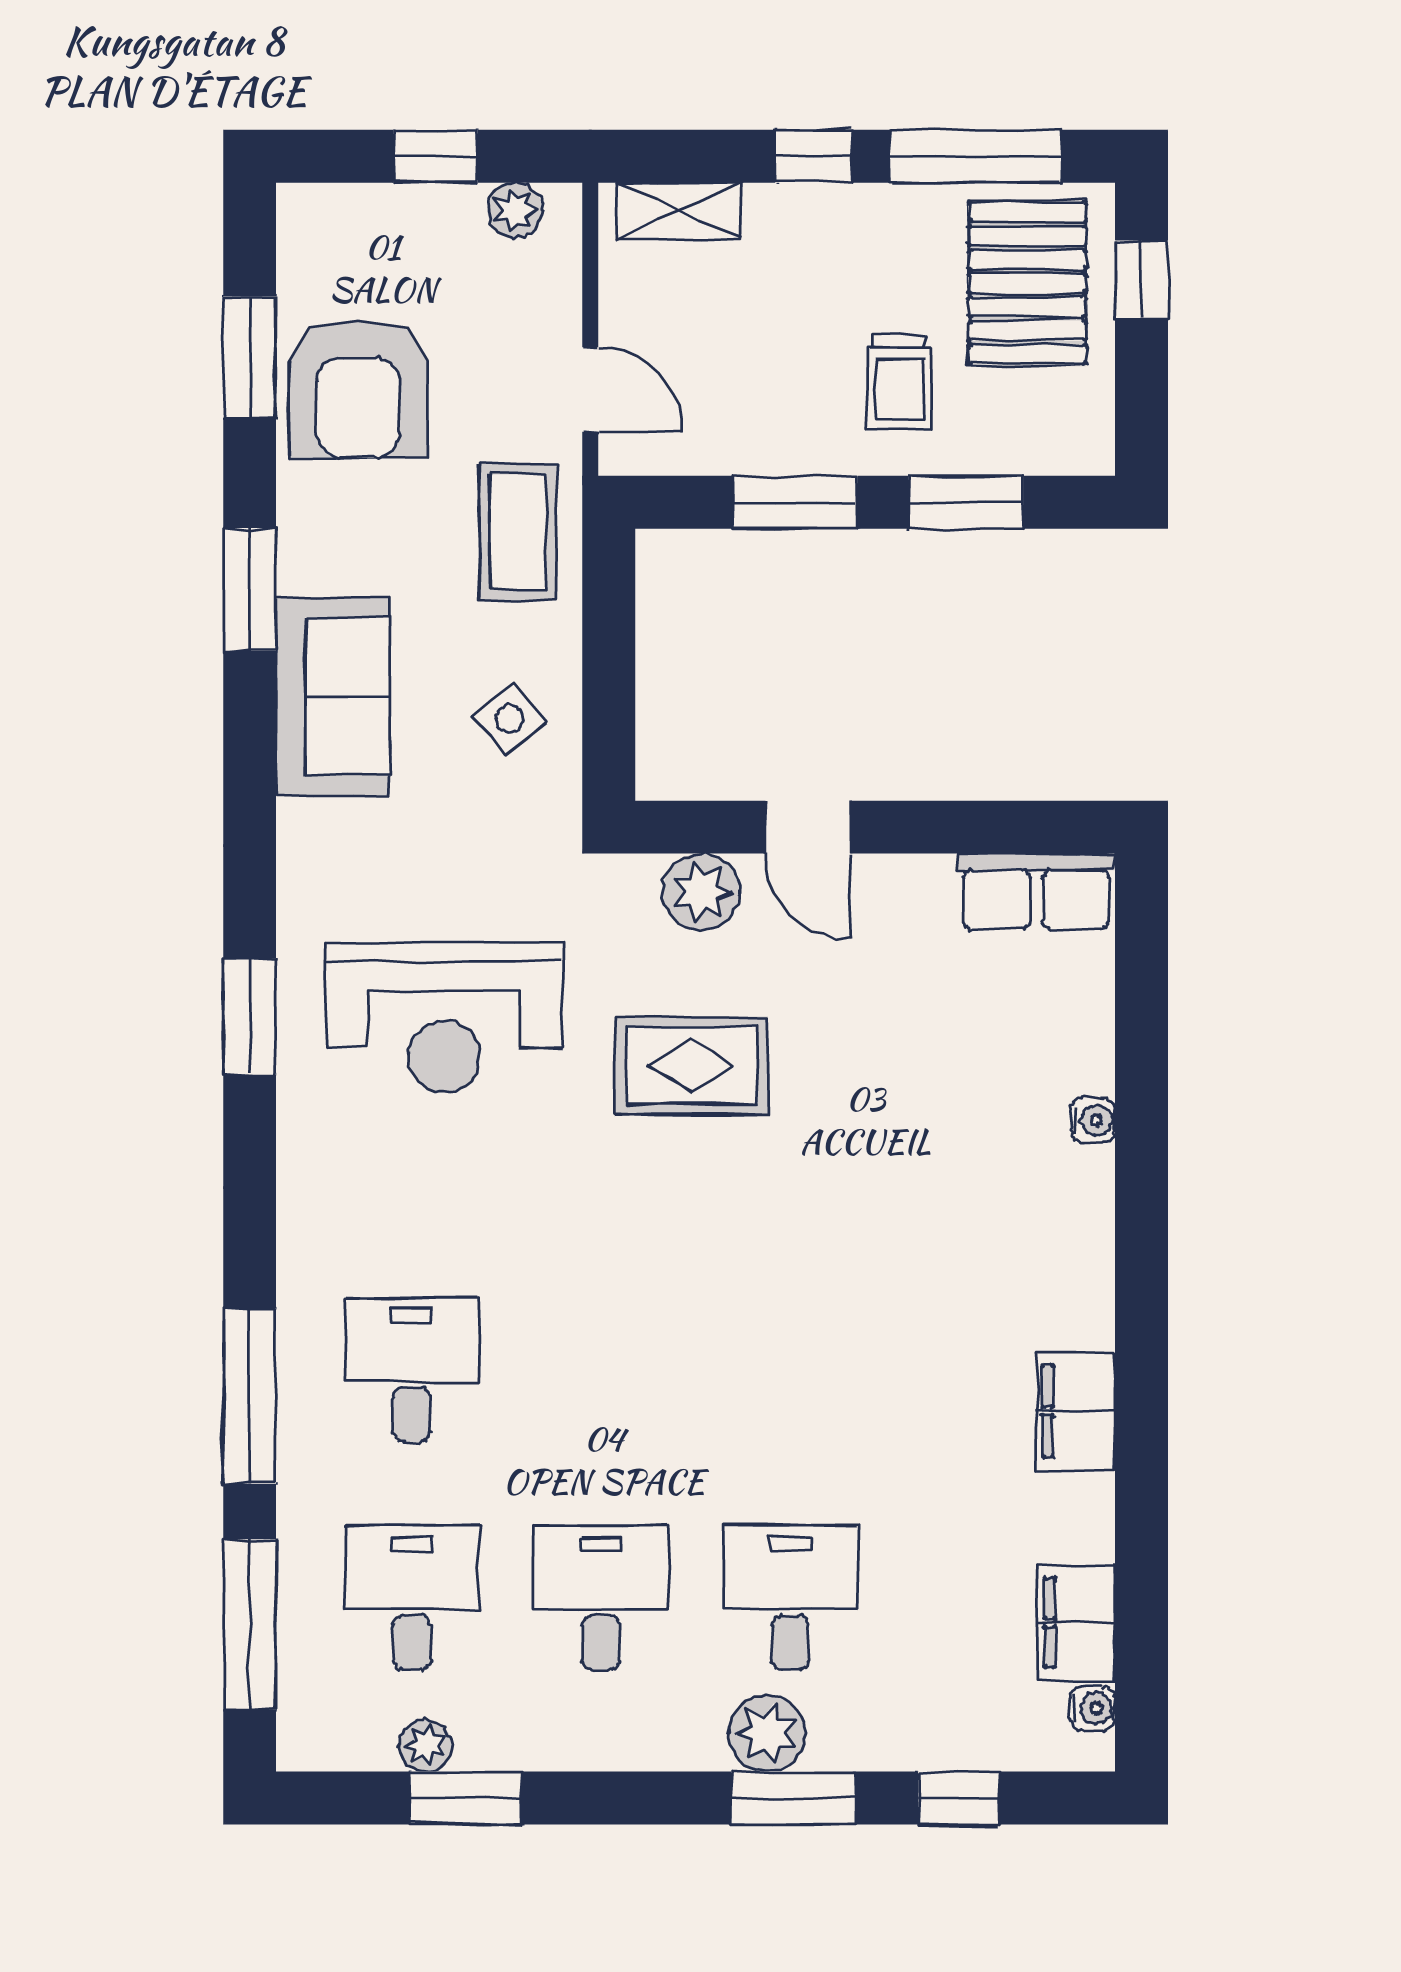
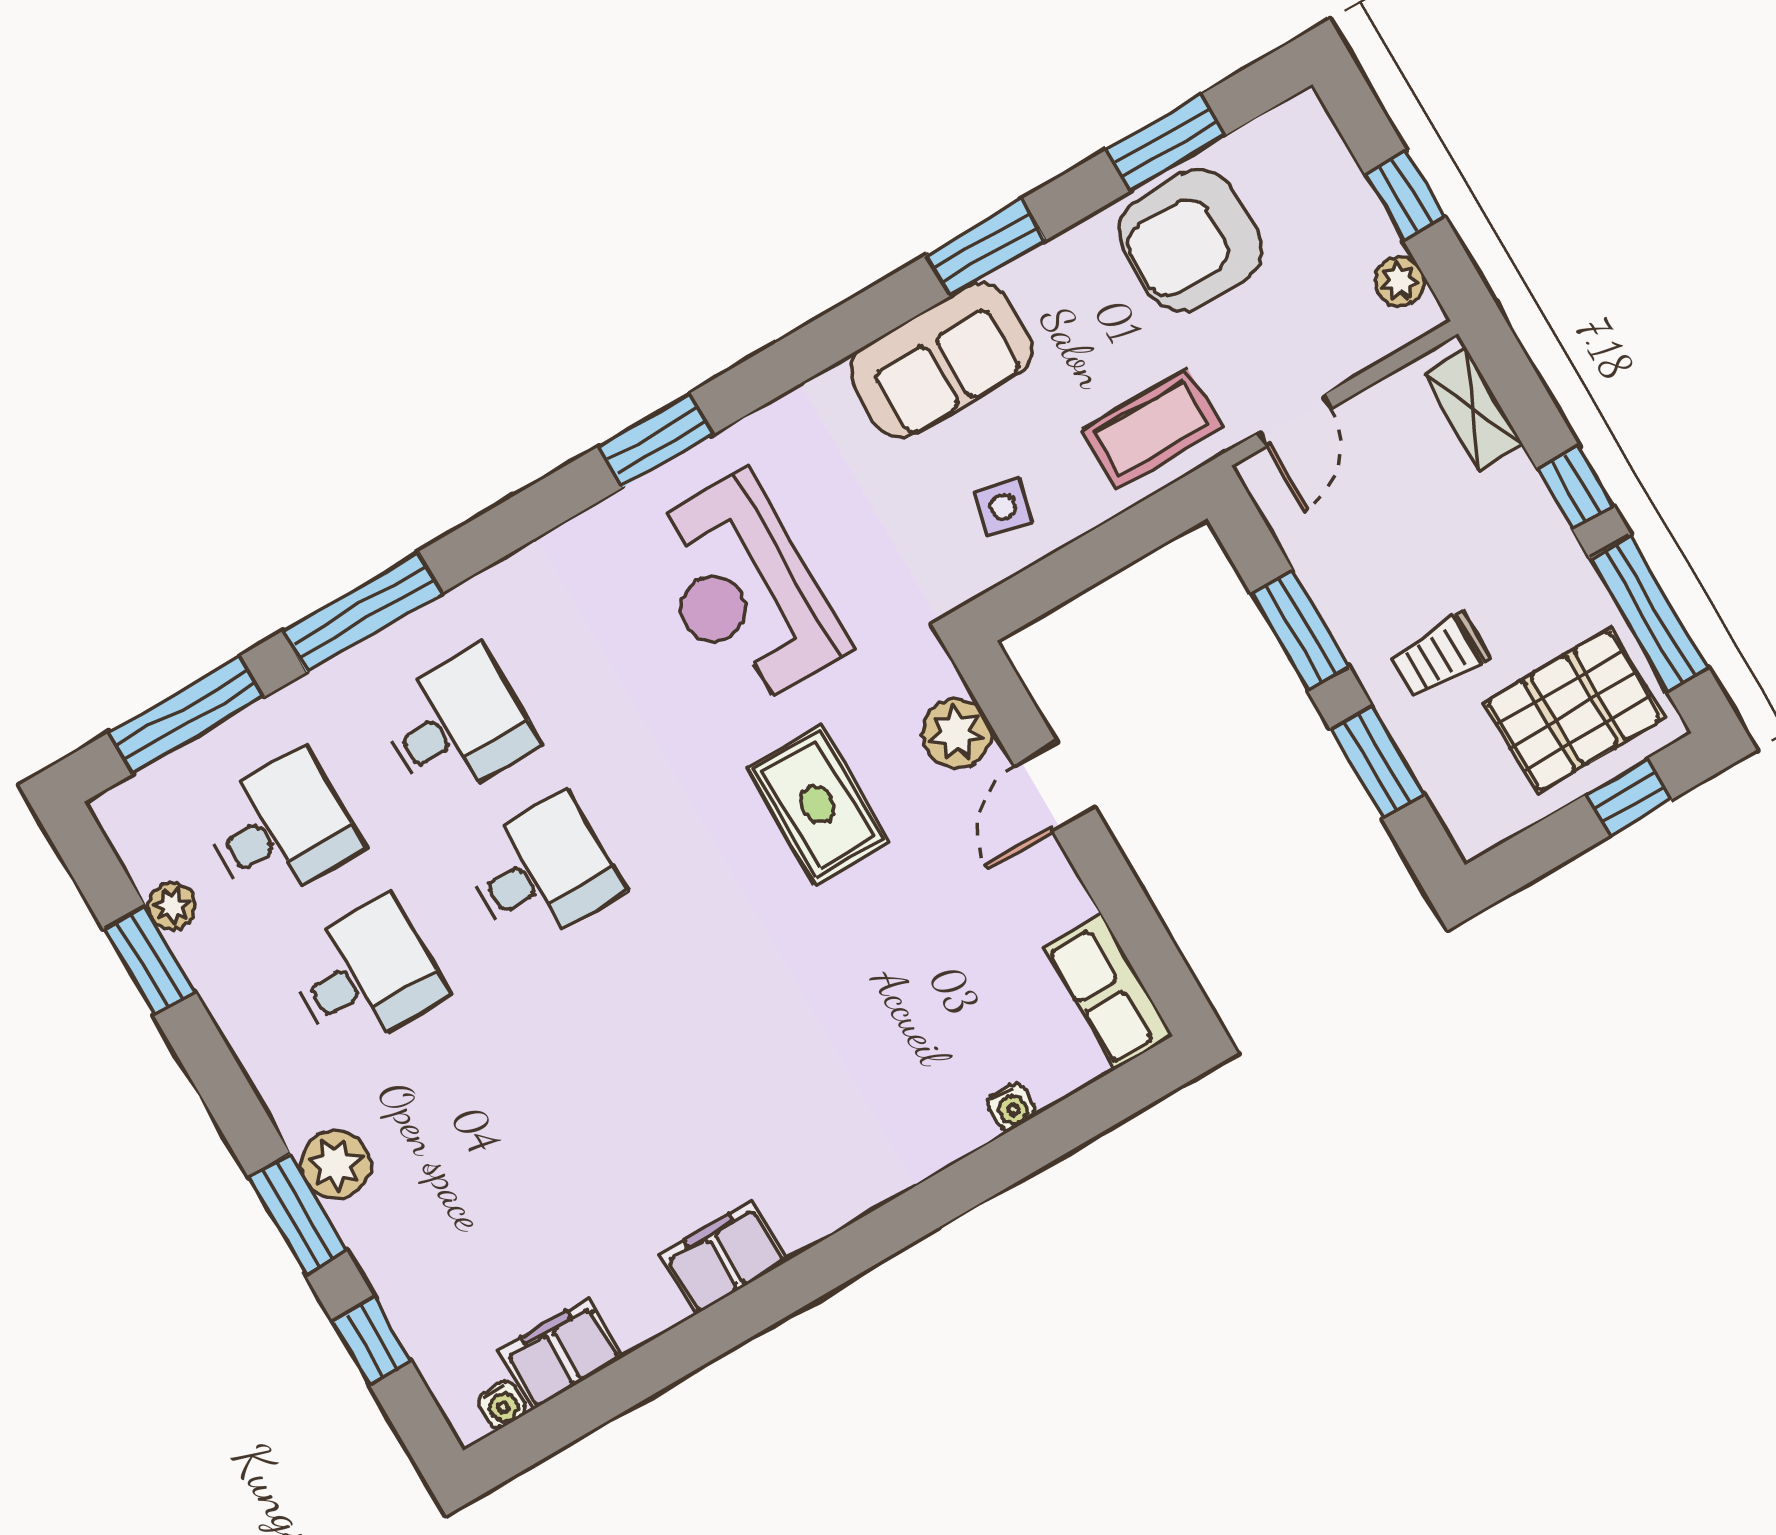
side table: (509, 719) -> (1003, 507), turned -37
water cooler: (1093, 1120) -> (1012, 1107), moved
desk: (790, 1598) -> (542, 872), moved

